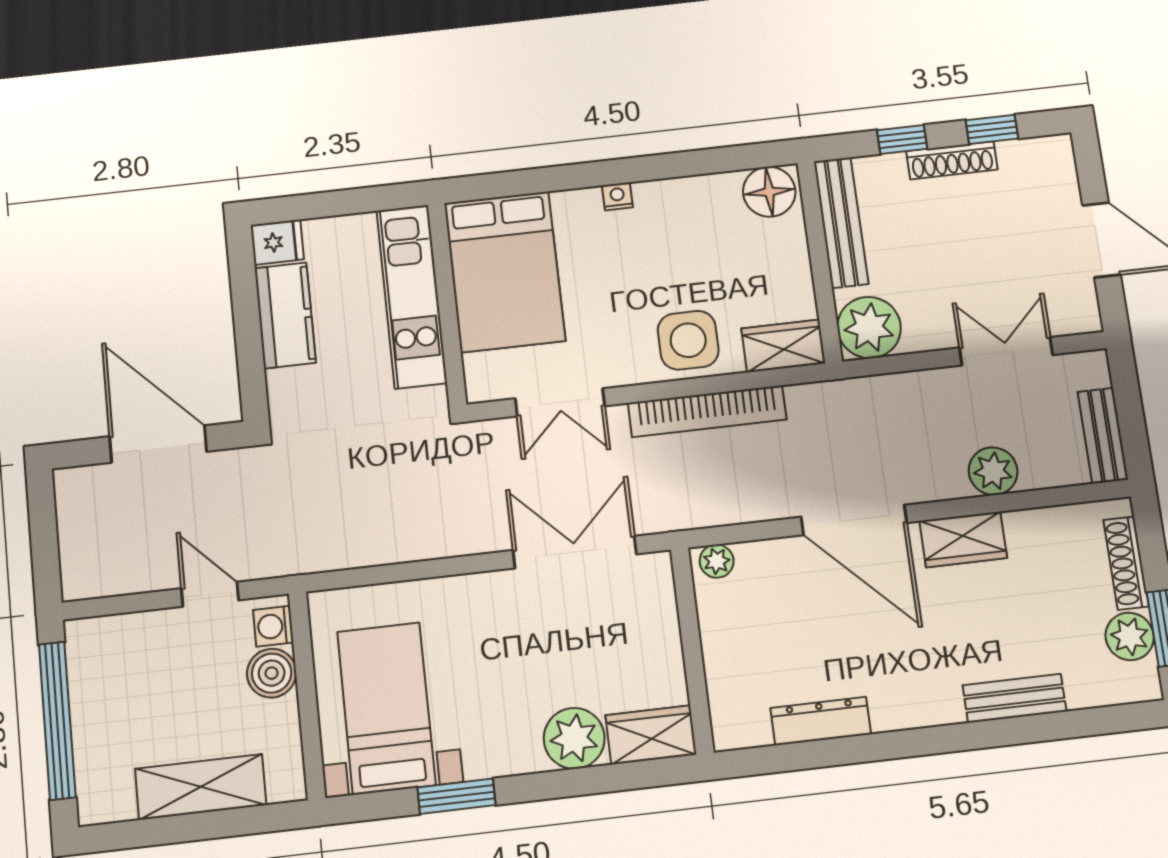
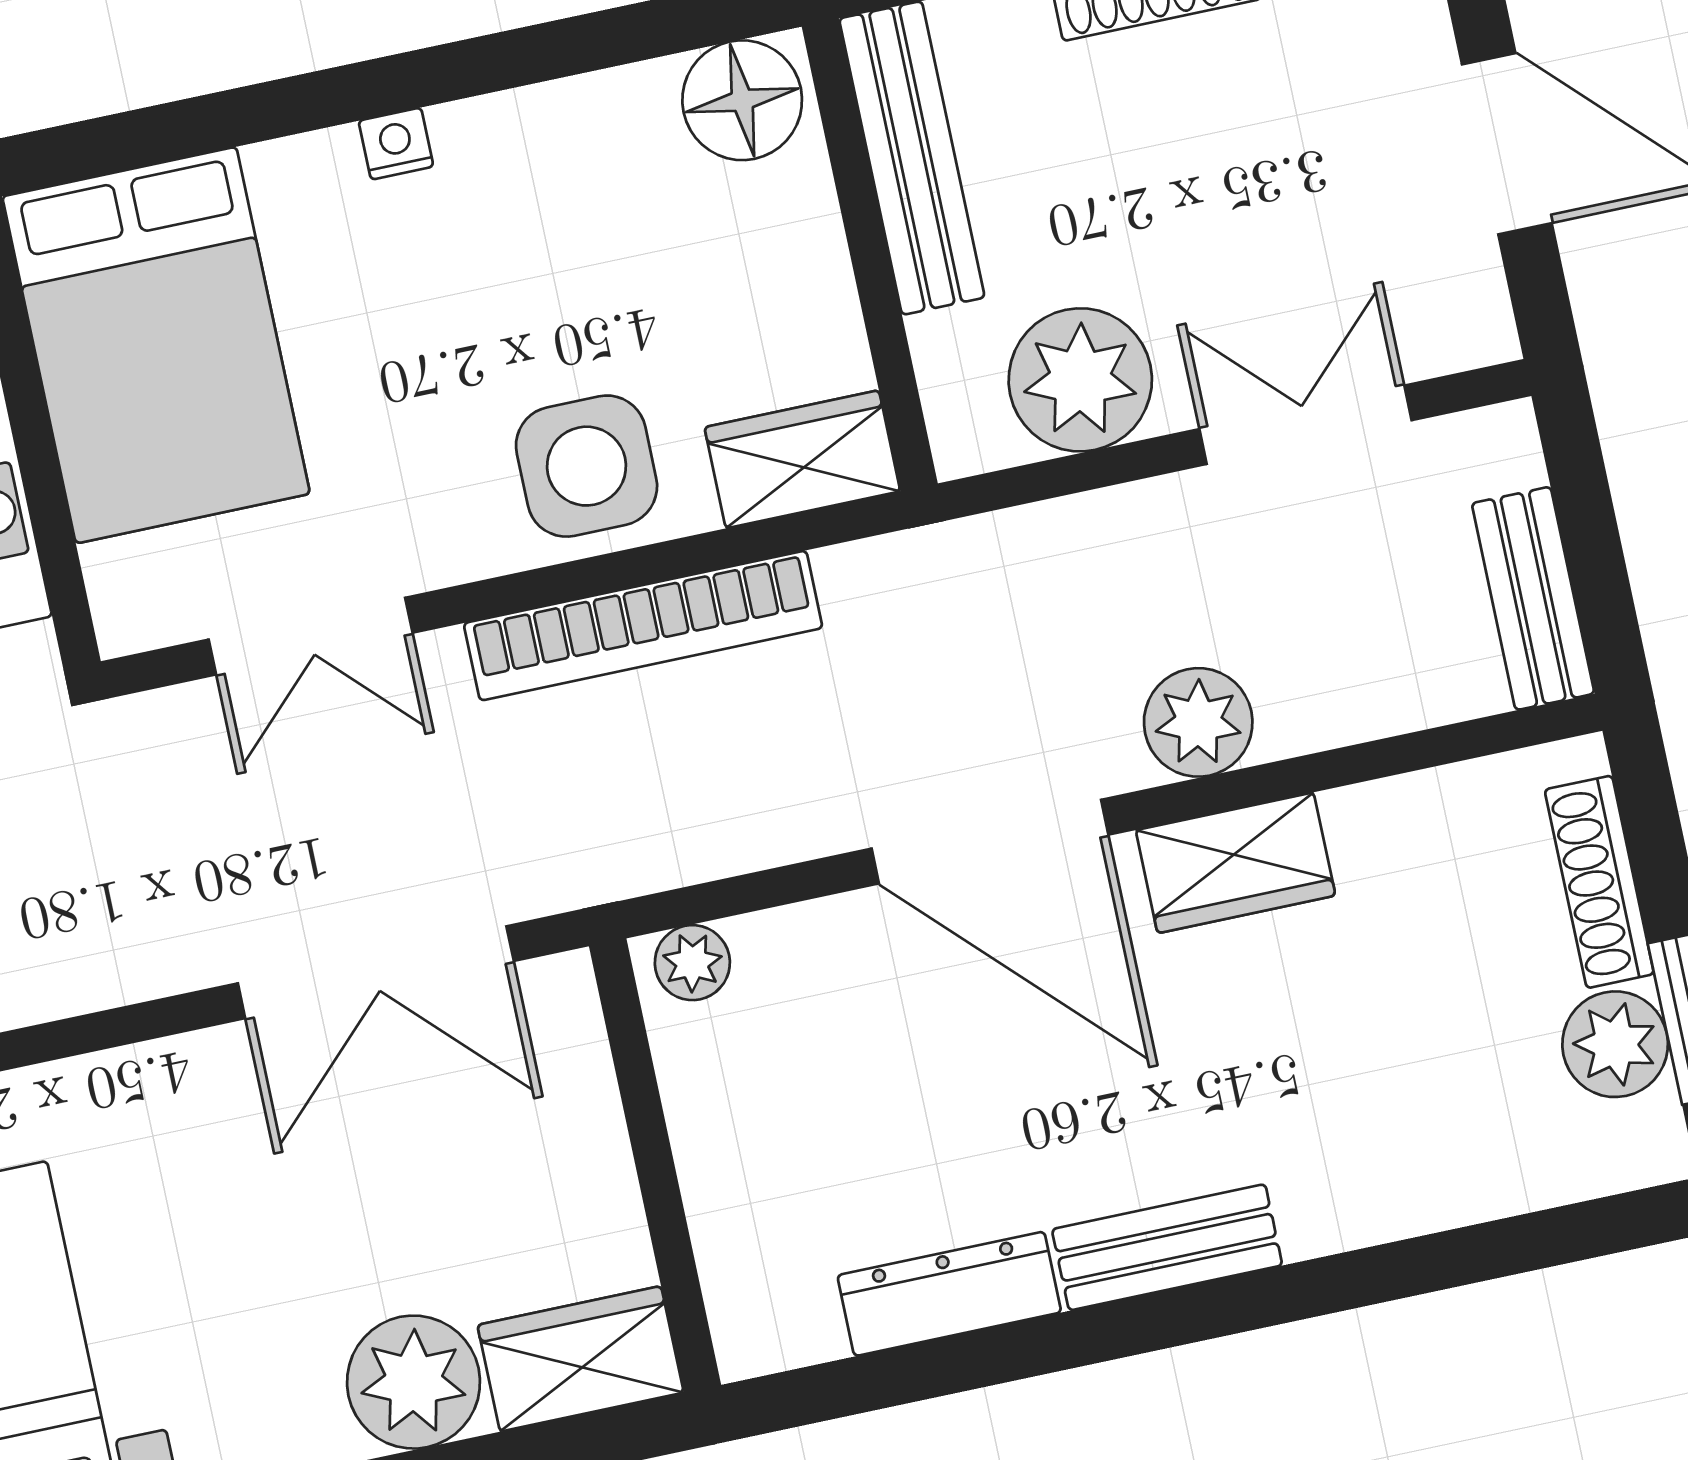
plant: (869, 328) -> (1080, 380), moved
plant: (993, 471) -> (1198, 722), moved
double door: (575, 552) -> (376, 972), swing flipped
bench: (1014, 698) -> (1167, 1247), moved

